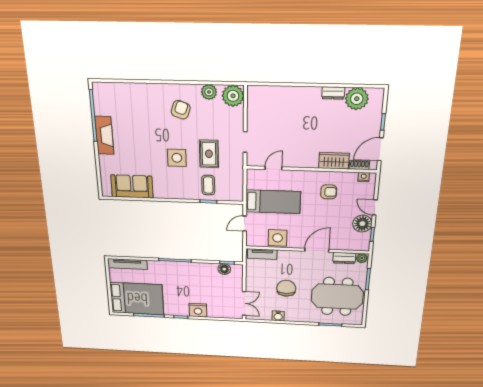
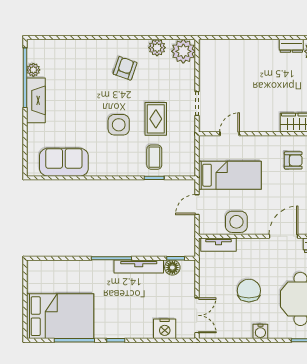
plant: (100, 109) -> (33, 70), added
tv unit: (127, 264) -> (139, 267), moved
nightstand: (198, 310) -> (165, 329), moved
water cooler: (278, 316) -> (260, 331), moved

